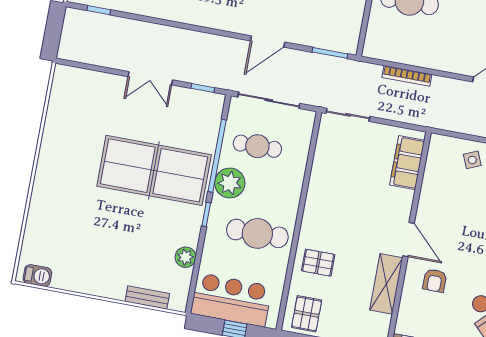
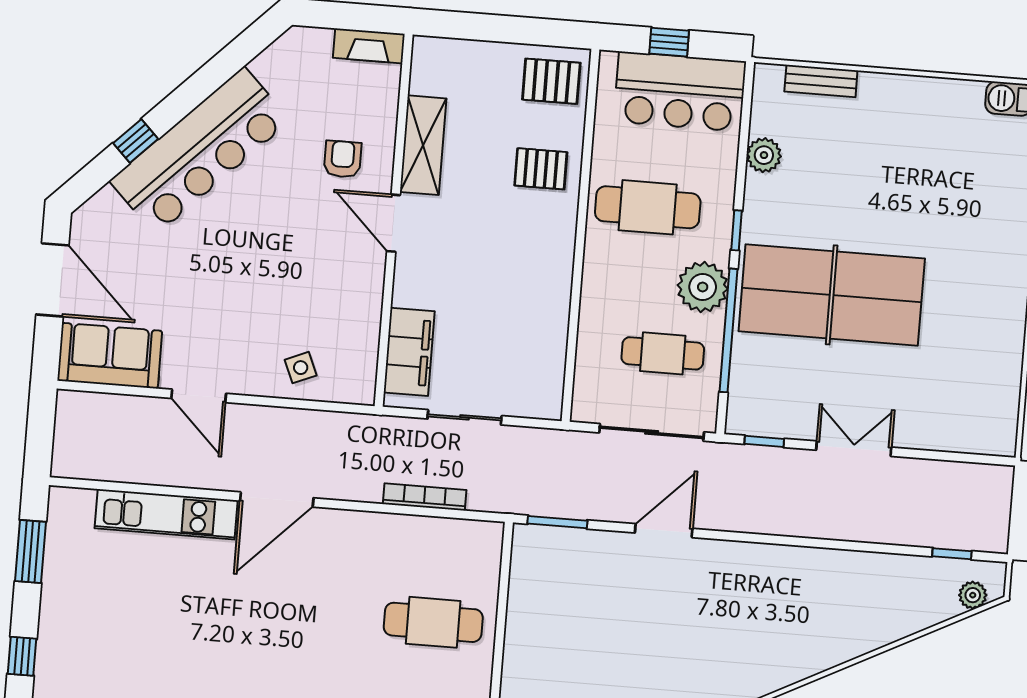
sliding door: (348, 115) -> (465, 417), moved
pallet: (307, 314) -> (551, 81), turned 90

